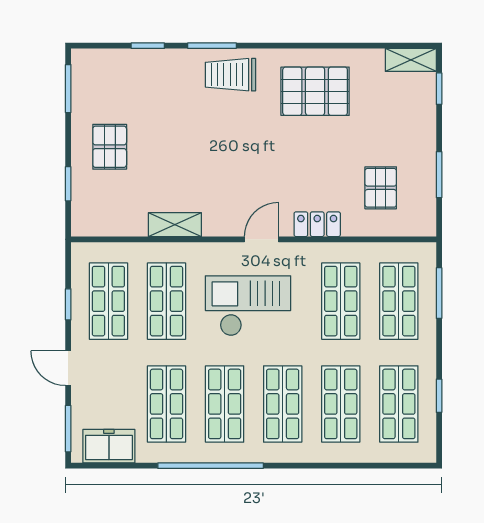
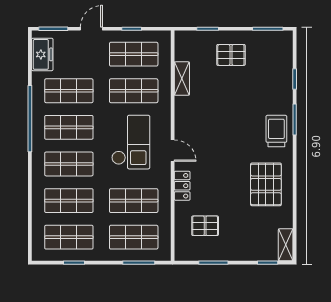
shelving: (175, 225) -> (182, 79), moved

